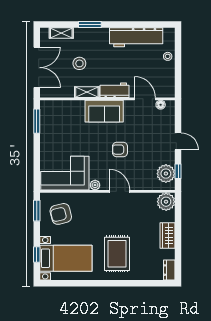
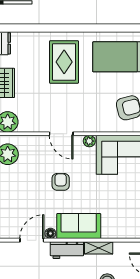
door: (145, 99) -> (32, 240), swing flipped
floor lamp: (161, 105) -> (50, 233), moved
armchair: (120, 150) -> (61, 182), turned -90

